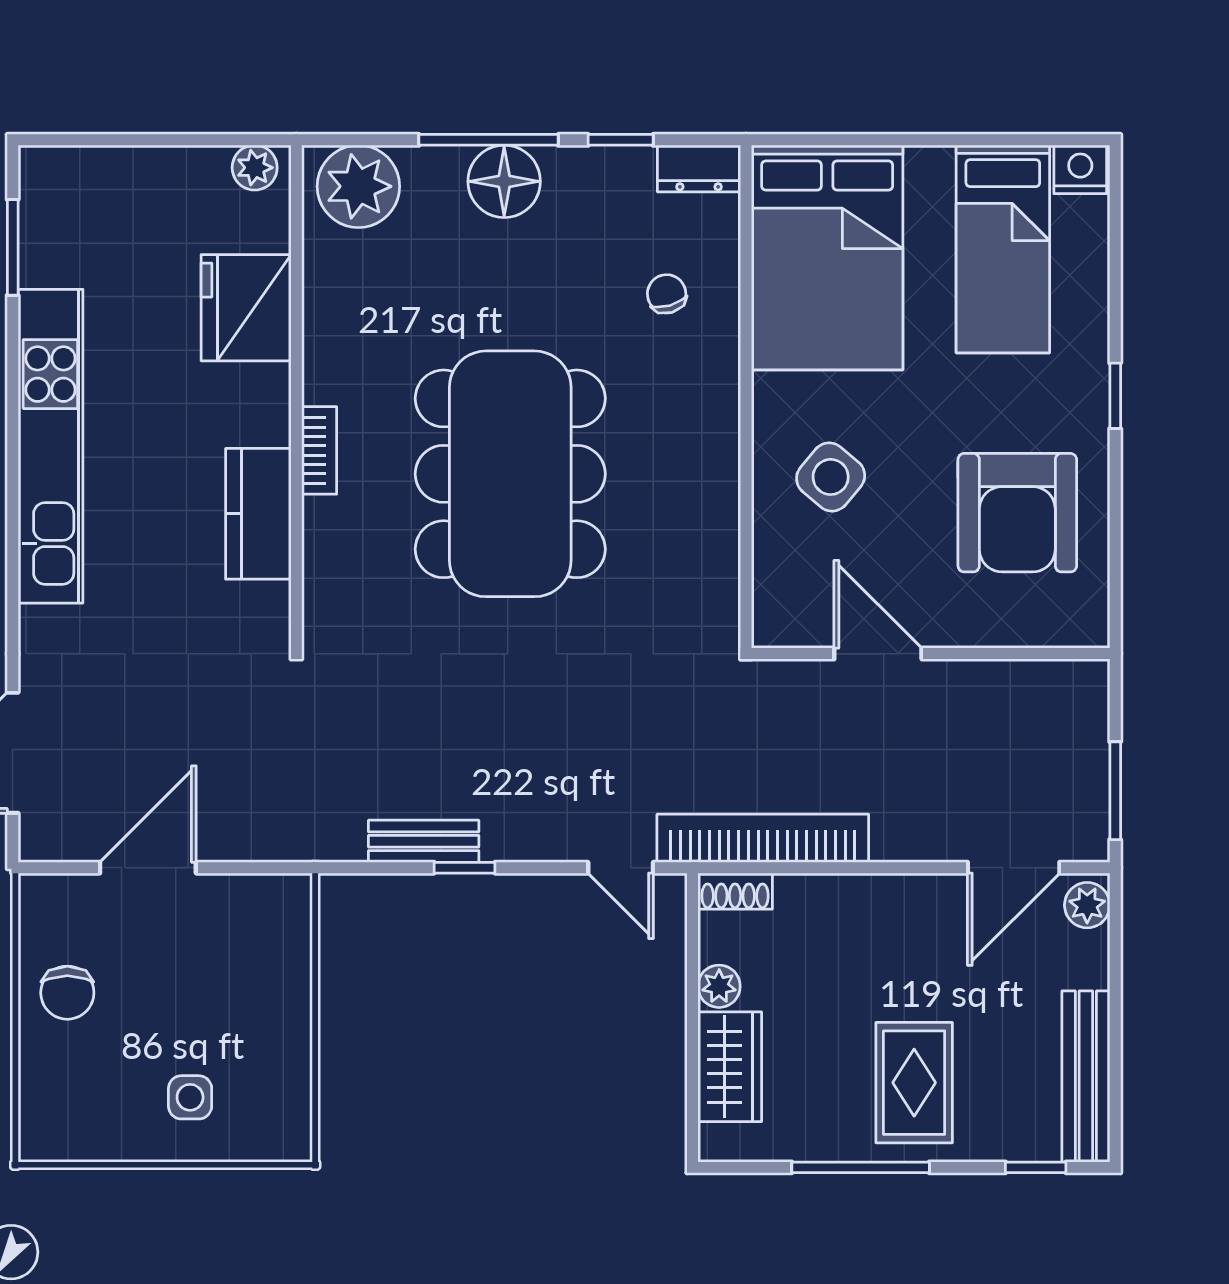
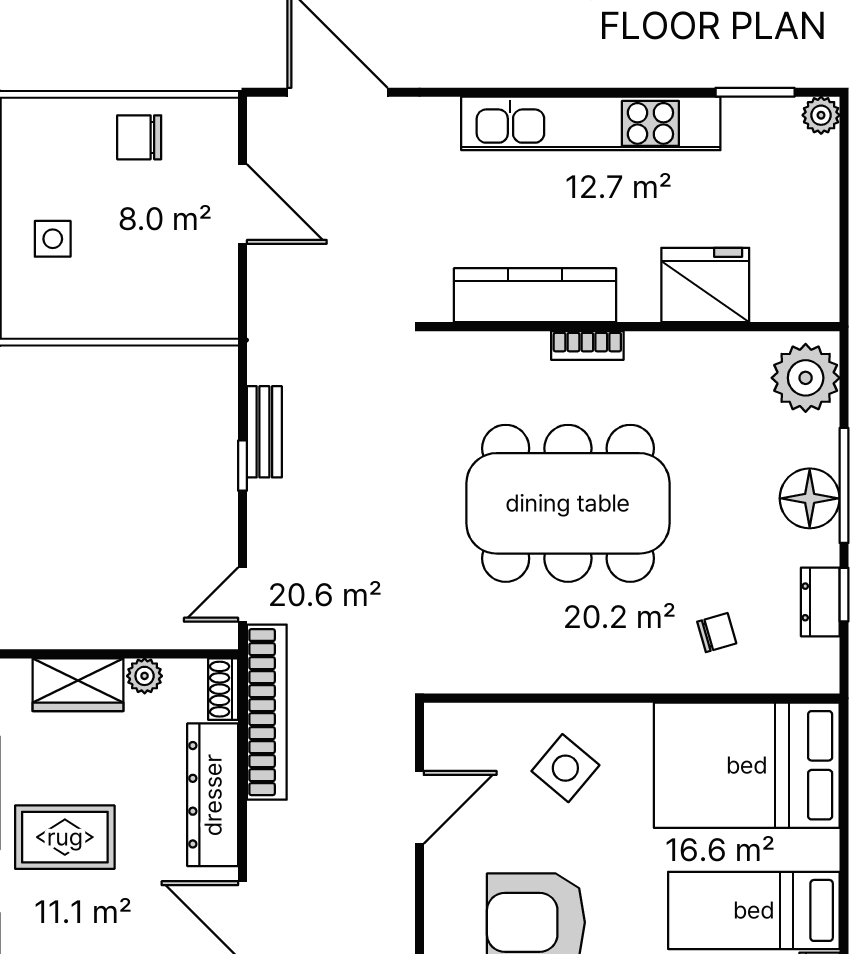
plant: (255, 168) -> (821, 115), moved
dresser: (699, 169) -> (820, 602), moved
kitchen counter: (258, 514) -> (535, 295), width x1.50
dresser: (863, 904) -> (213, 795), added

